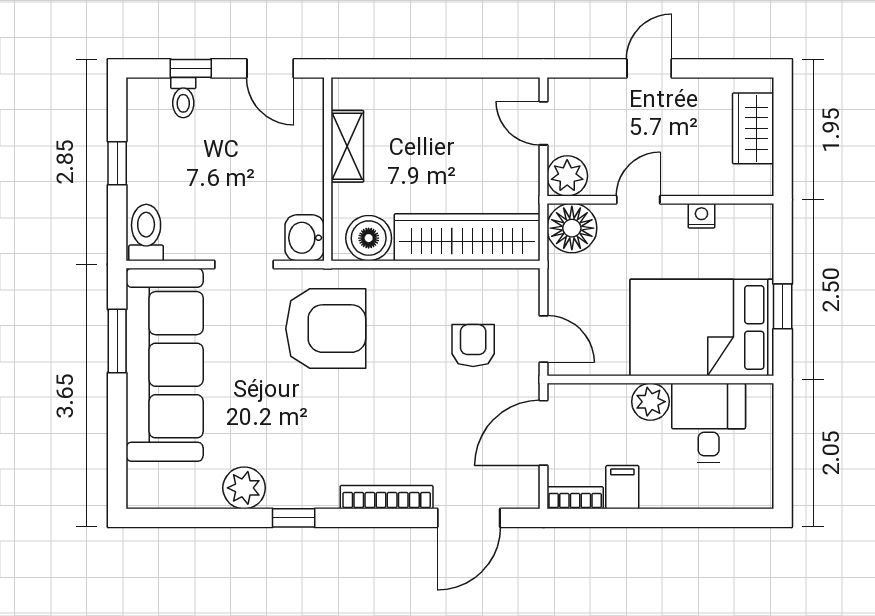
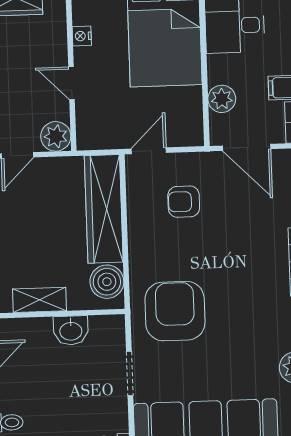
floor lamp: (572, 228) -> (94, 132), removed
washbasin: (305, 238) -> (71, 330), moved
door: (543, 339) -> (149, 151), moved
plant: (650, 402) -> (222, 99), moved

